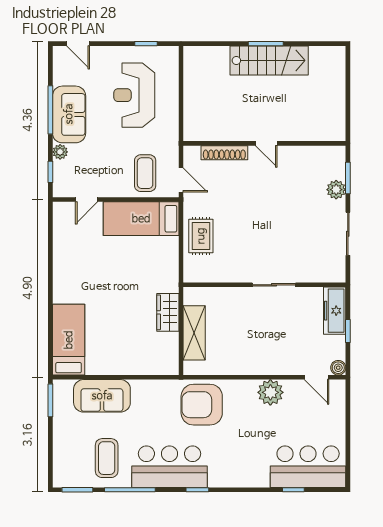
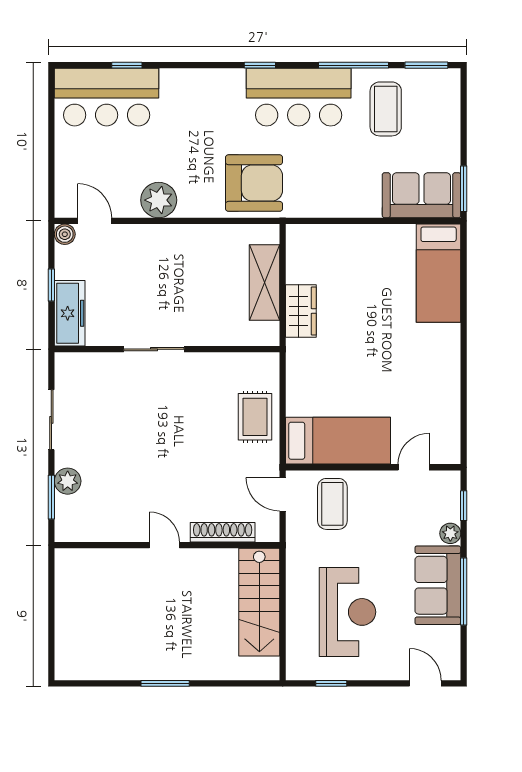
stairs: (269, 60) -> (259, 602), moved, turned -90
sofa: (102, 396) -> (421, 195), moved

